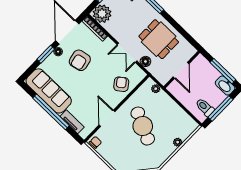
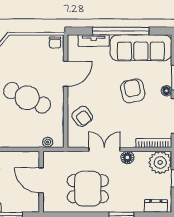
armchair: (80, 60) -> (133, 91), moved
floor lamp: (145, 61) -> (127, 158), moved
door: (107, 118) -> (66, 74), hinge flipped

